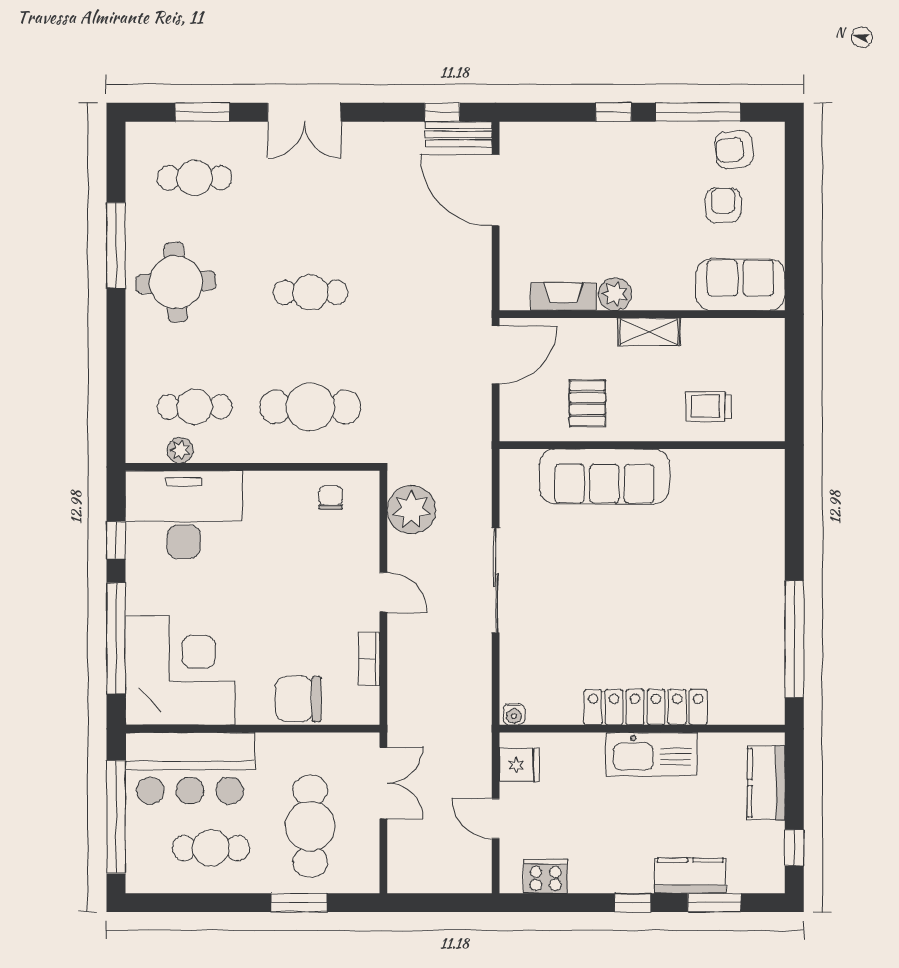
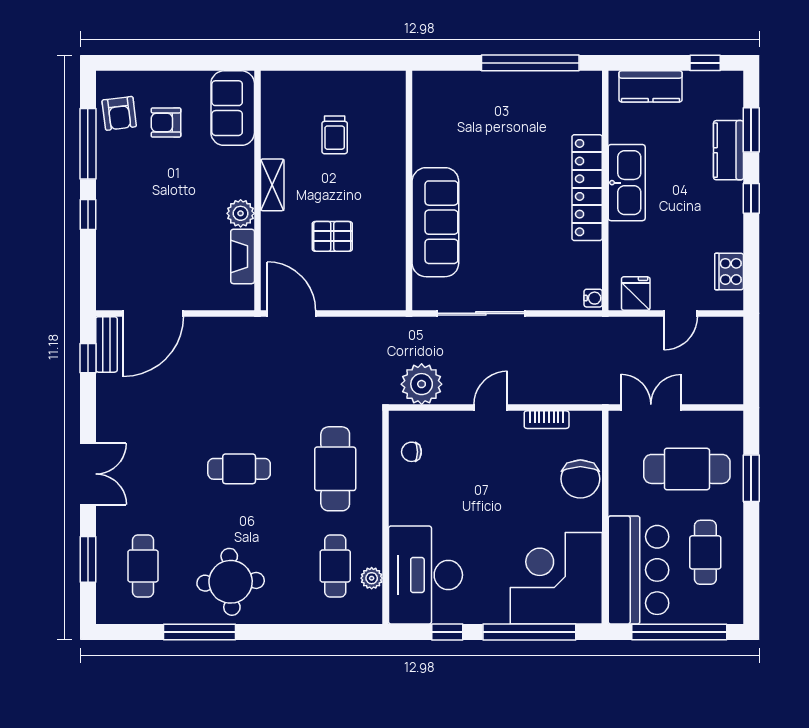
cafe table: (310, 292) -> (239, 469), turned 90
wall: (642, 445) -> (409, 191), moved
sofa: (604, 476) -> (435, 222), moved

